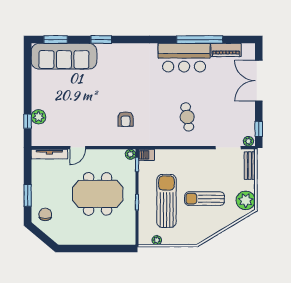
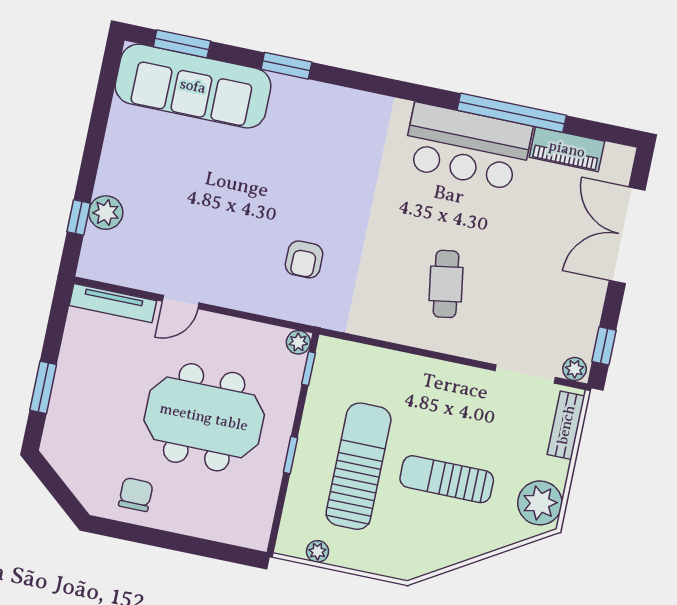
barbecue: (146, 155) -> (335, 351), removed
chair: (45, 214) -> (136, 494), moved

